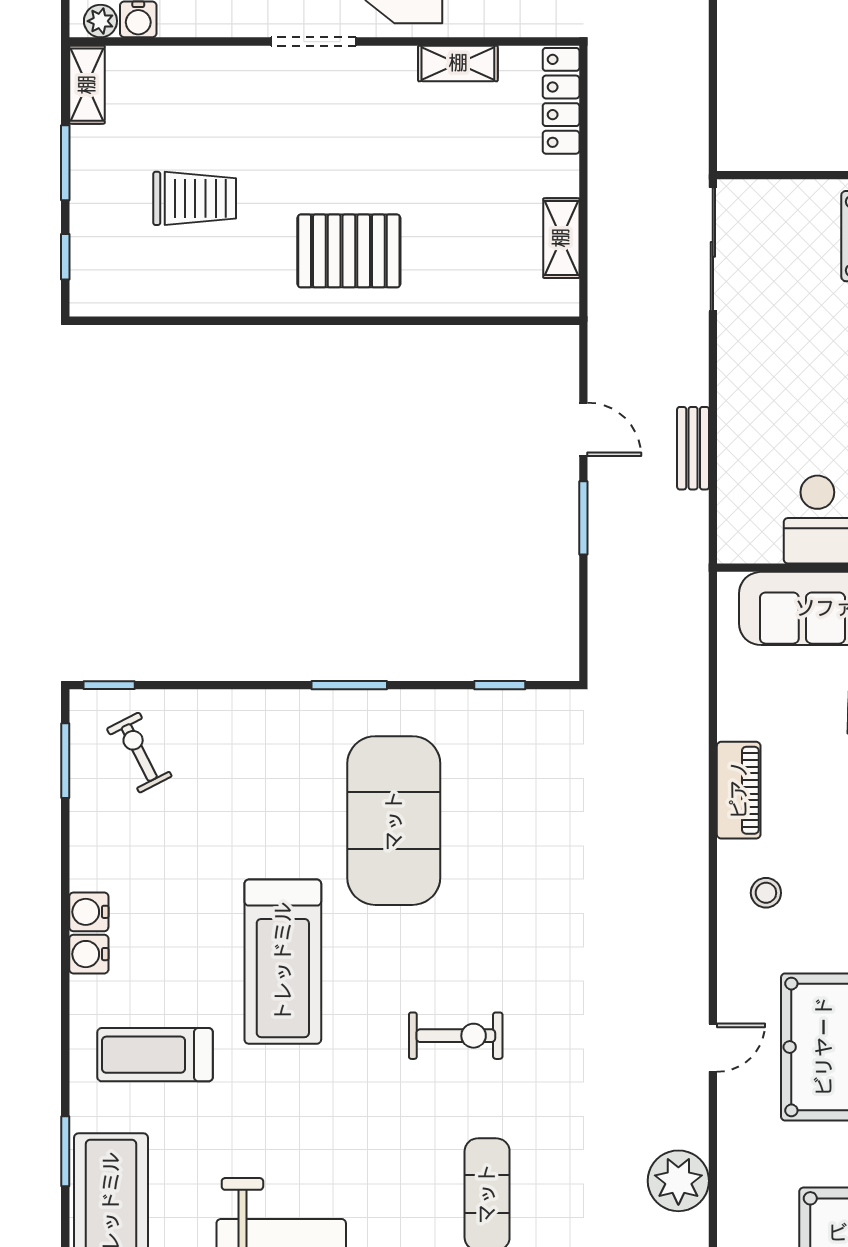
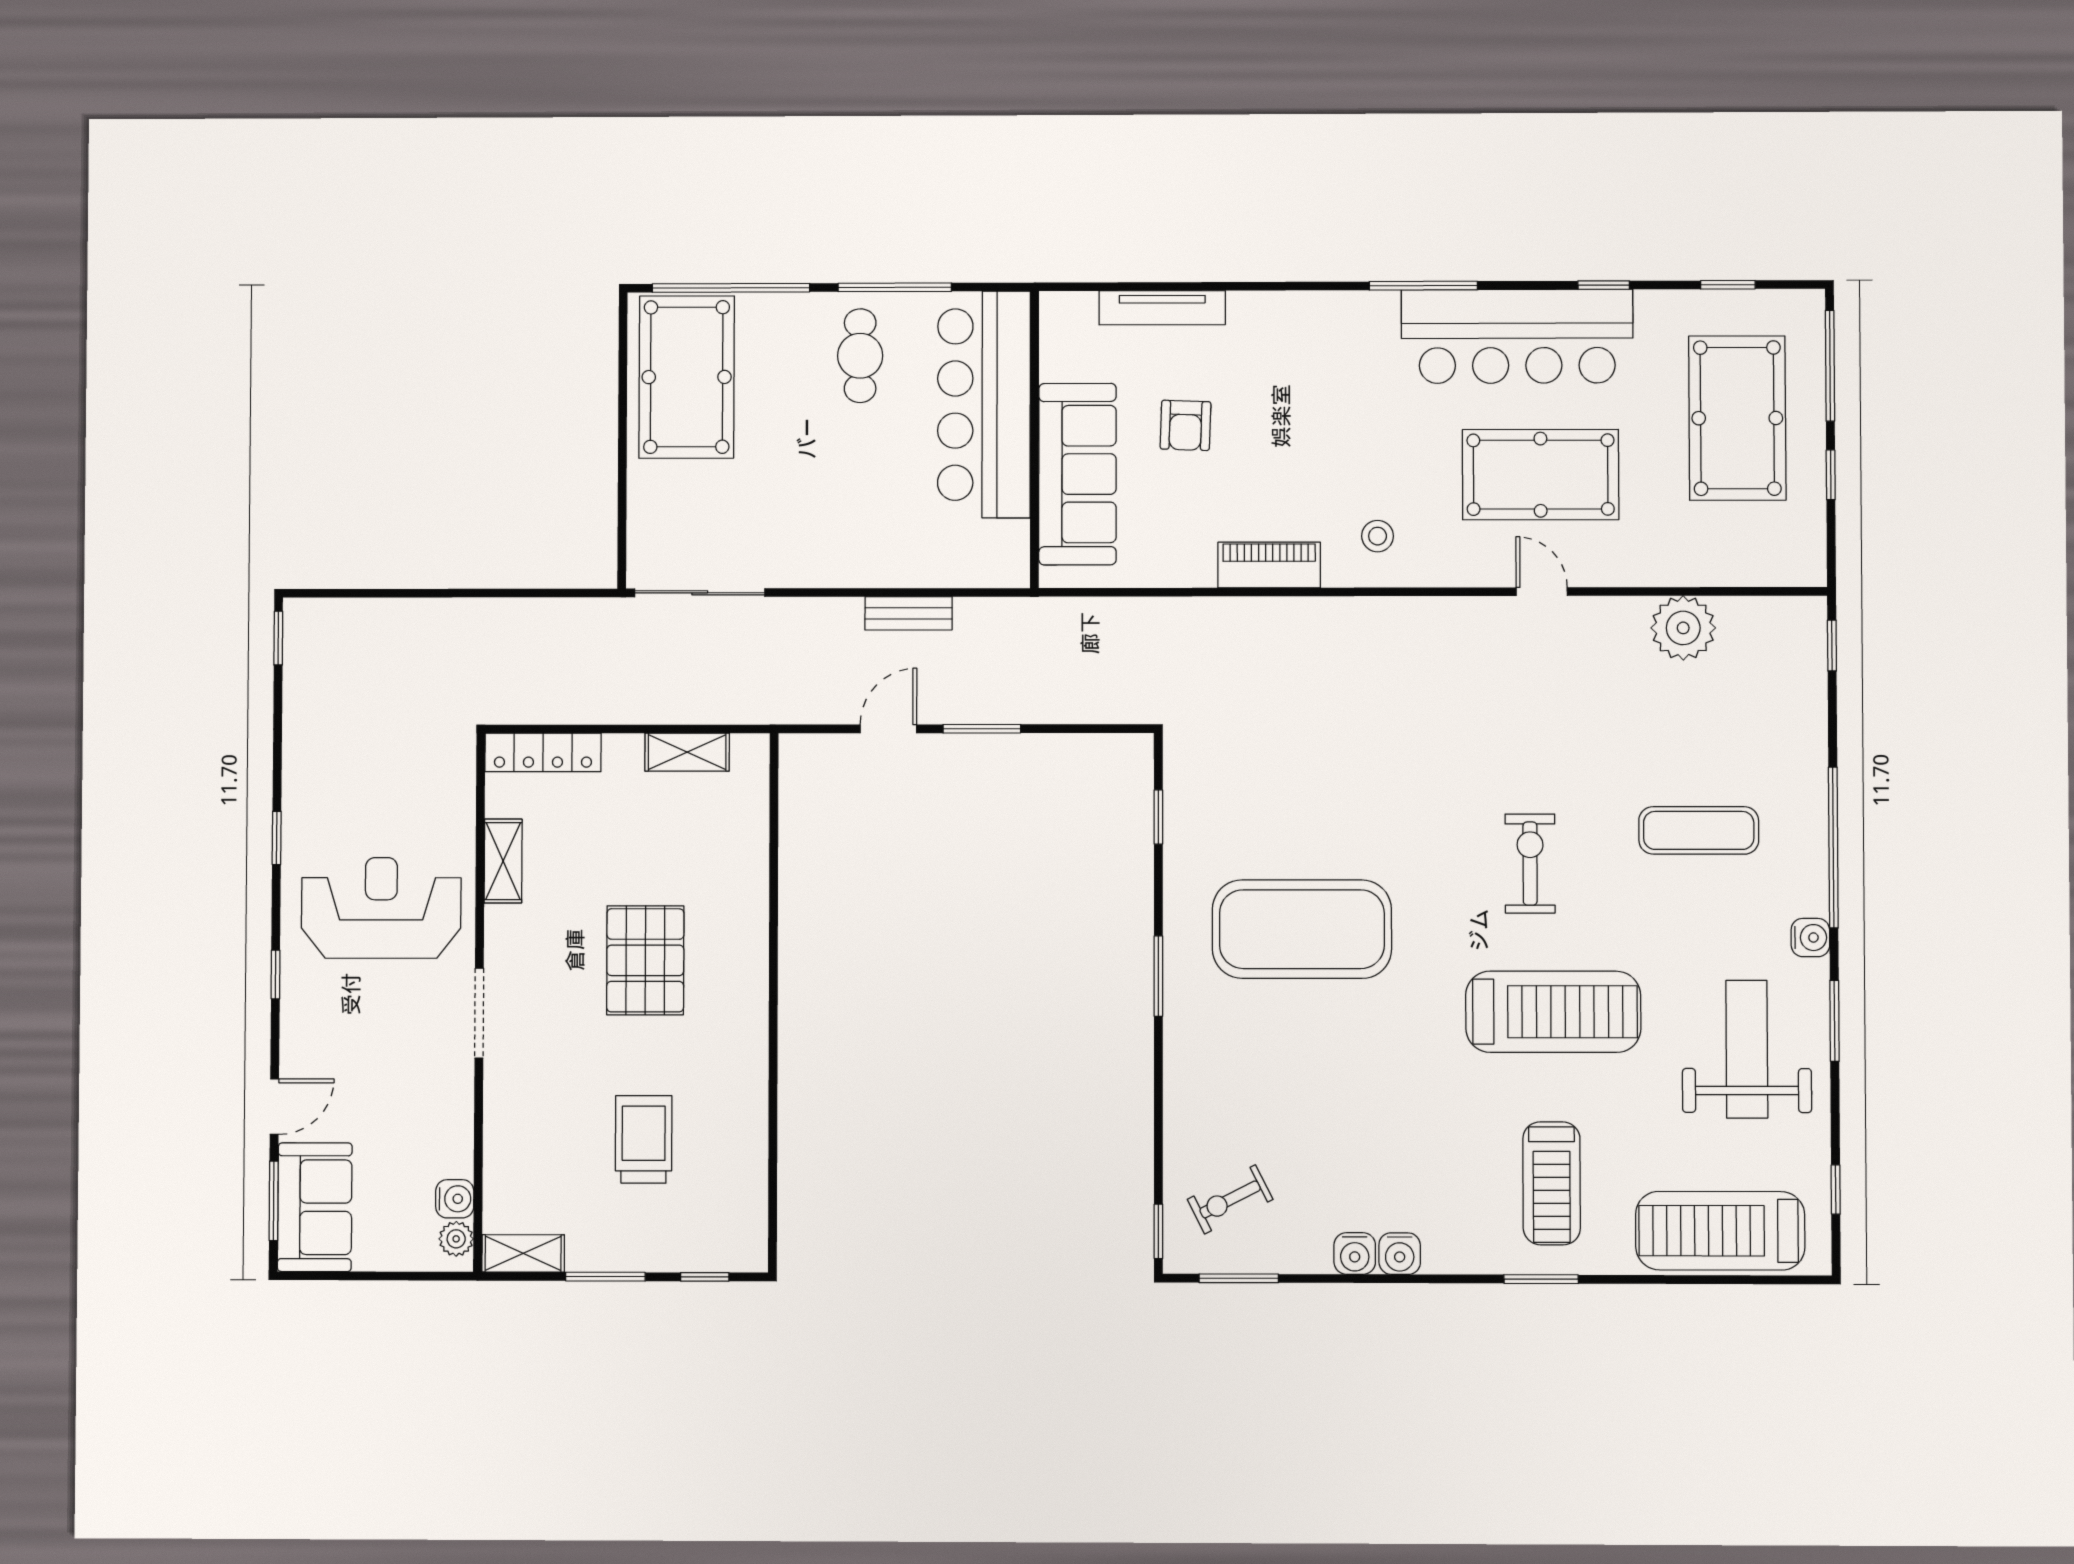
pallet: (349, 251) -> (645, 960), moved
water cooler: (89, 954) -> (1355, 1253), moved
treadmill: (283, 962) -> (1553, 1012), moved
window: (65, 1151) -> (1541, 1279), moved

